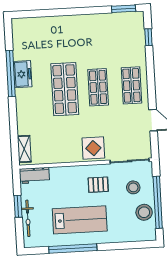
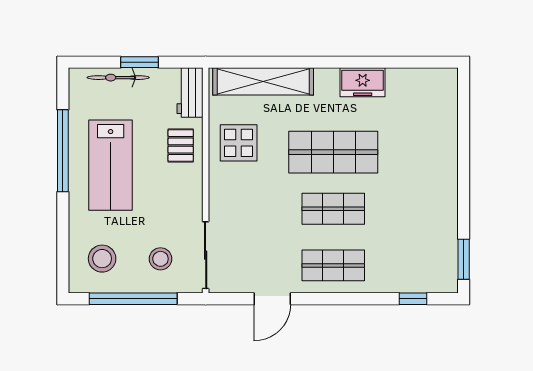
window: (11, 74) -> (365, 62), removed
display table: (93, 148) -> (239, 143), moved
shelving: (24, 149) -> (263, 81), width x2.20, depth x1.33
pallet: (98, 185) -> (181, 146), moved
stool: (144, 212) -> (102, 259), moved

